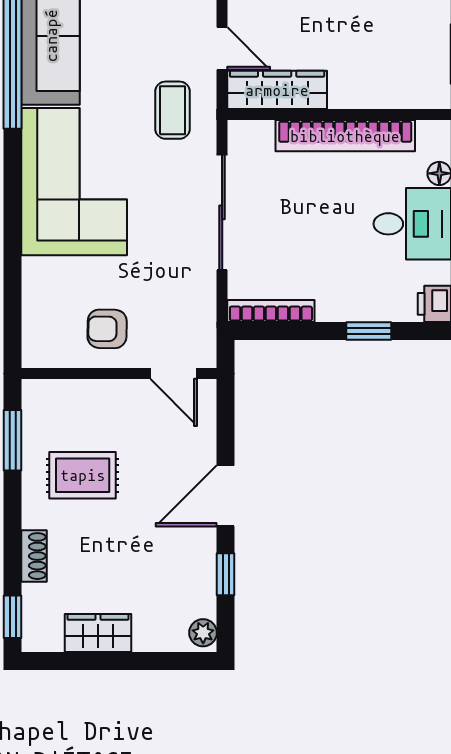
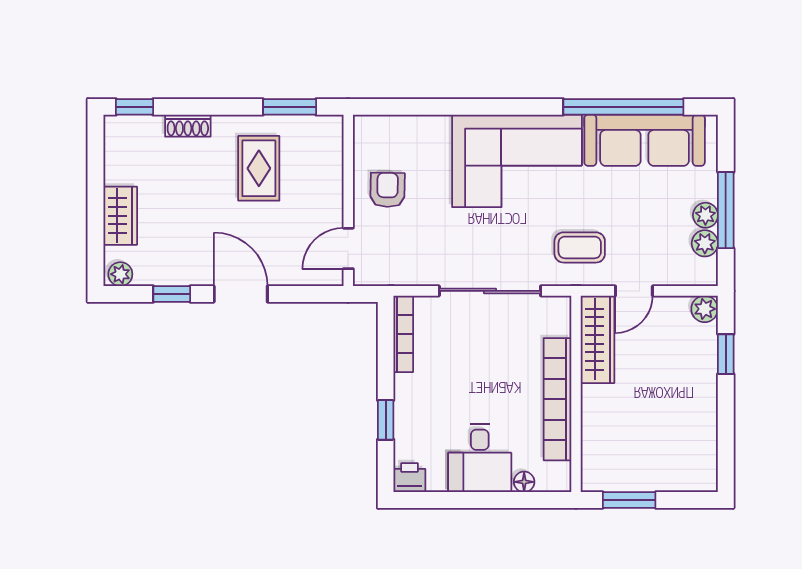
wardrobe: (98, 633) -> (120, 216), moved

